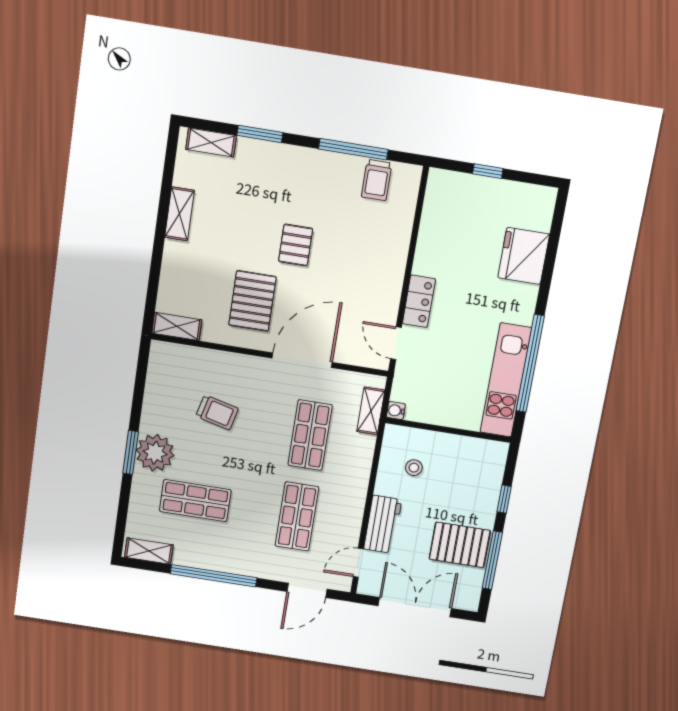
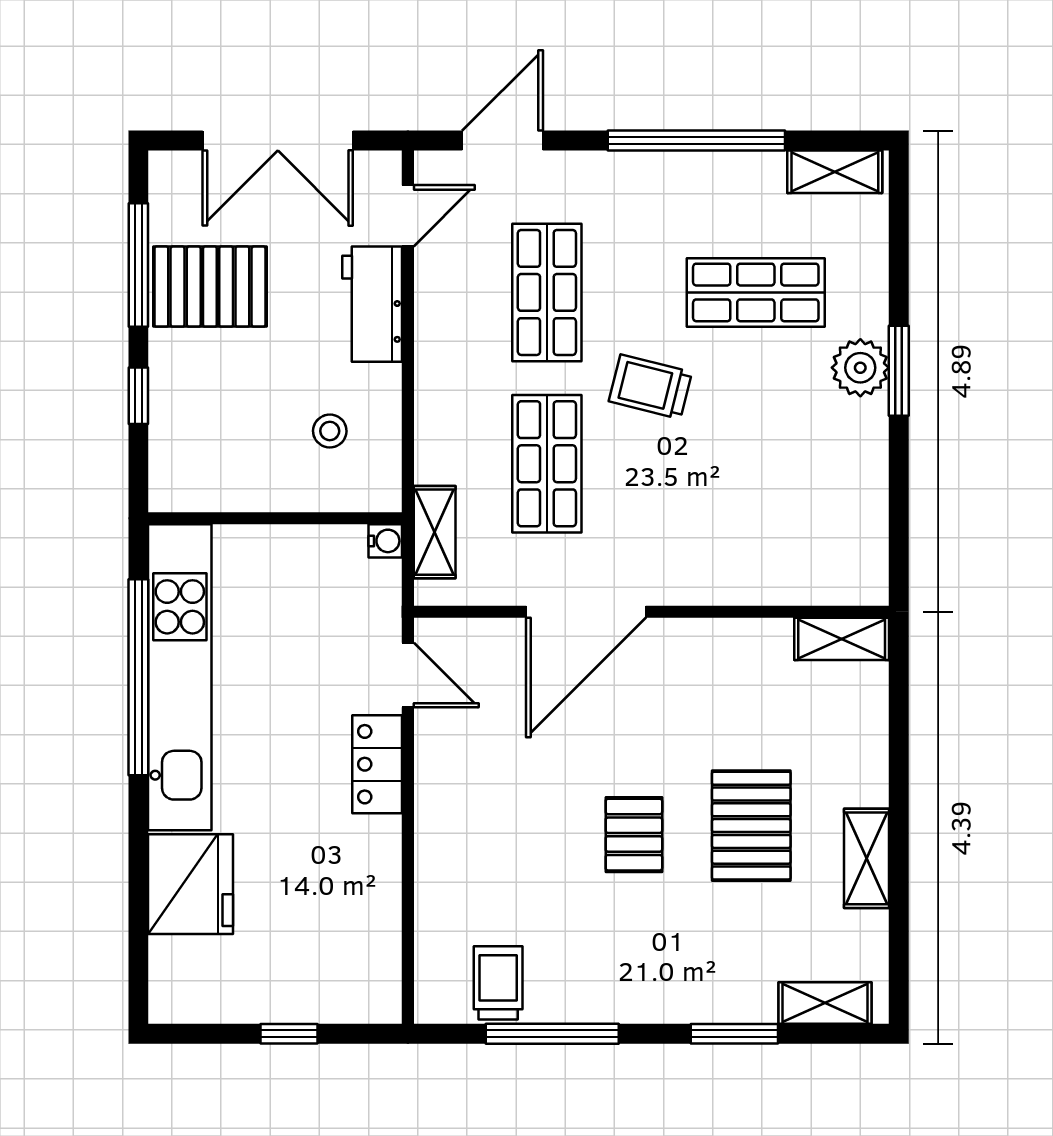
pallet: (252, 301) -> (751, 826), moved
kitchen unit: (506, 380) -> (180, 677), width x1.36
trolley: (217, 412) -> (650, 387), moved
plant: (155, 453) -> (860, 368), width x0.73, depth x0.73

